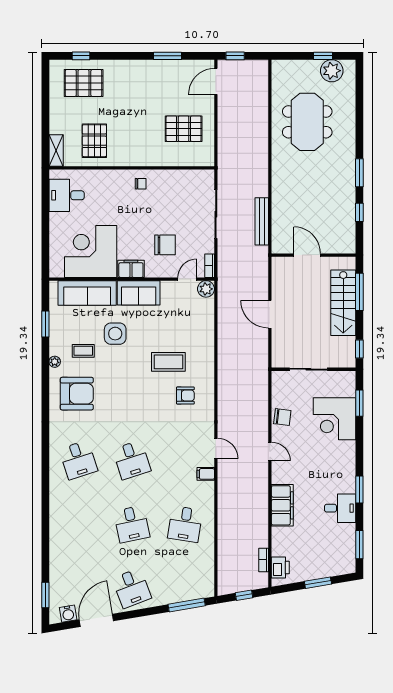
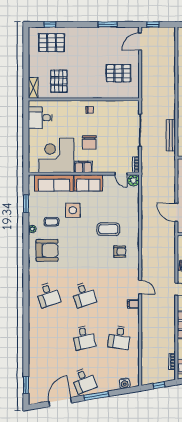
chair: (165, 245) -> (89, 142), moved, turned 90
door: (187, 279) -> (121, 174), swing flipped
door: (270, 314) -> (176, 212), moved
window: (187, 605) -> (96, 396), moved
water cooler: (68, 614) -> (125, 383), moved

